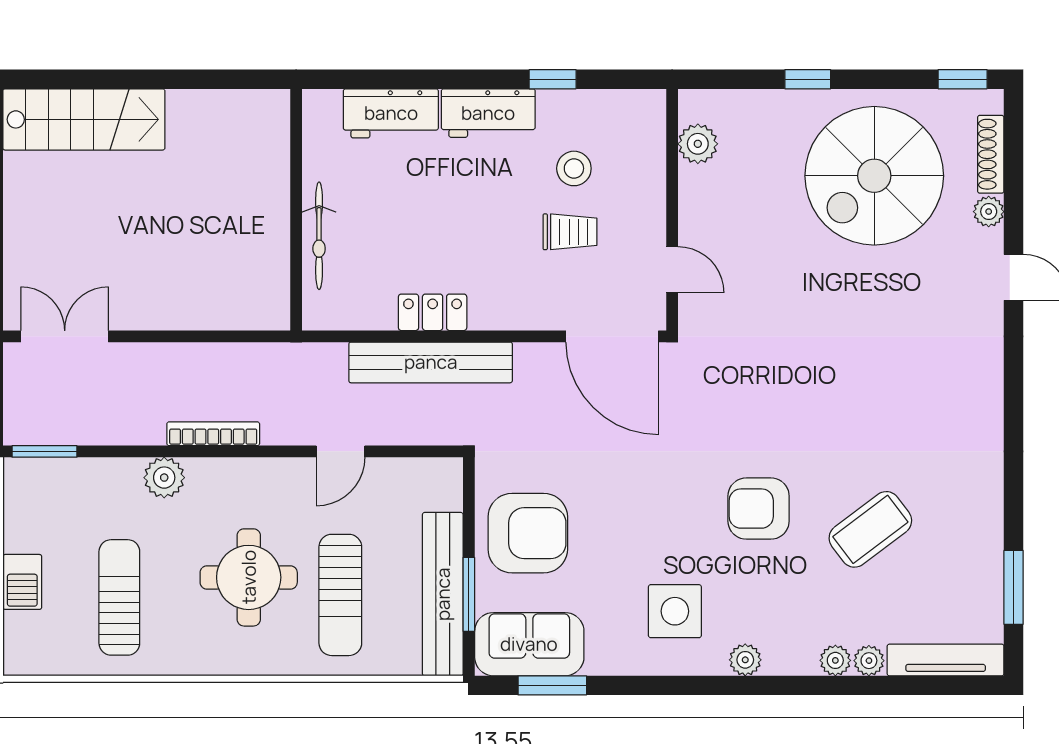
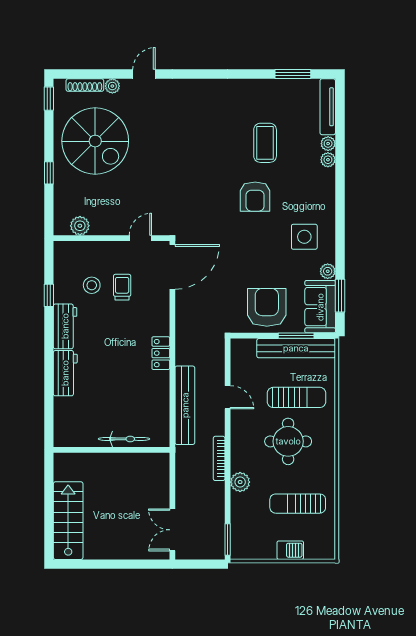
wall: (296, 210) -> (112, 450), moved
bicycle: (319, 236) -> (124, 439), moved
bench: (431, 362) -> (185, 405), moved
coffee table: (870, 529) -> (265, 143), turned 37
plant: (745, 660) -> (328, 271), moved

